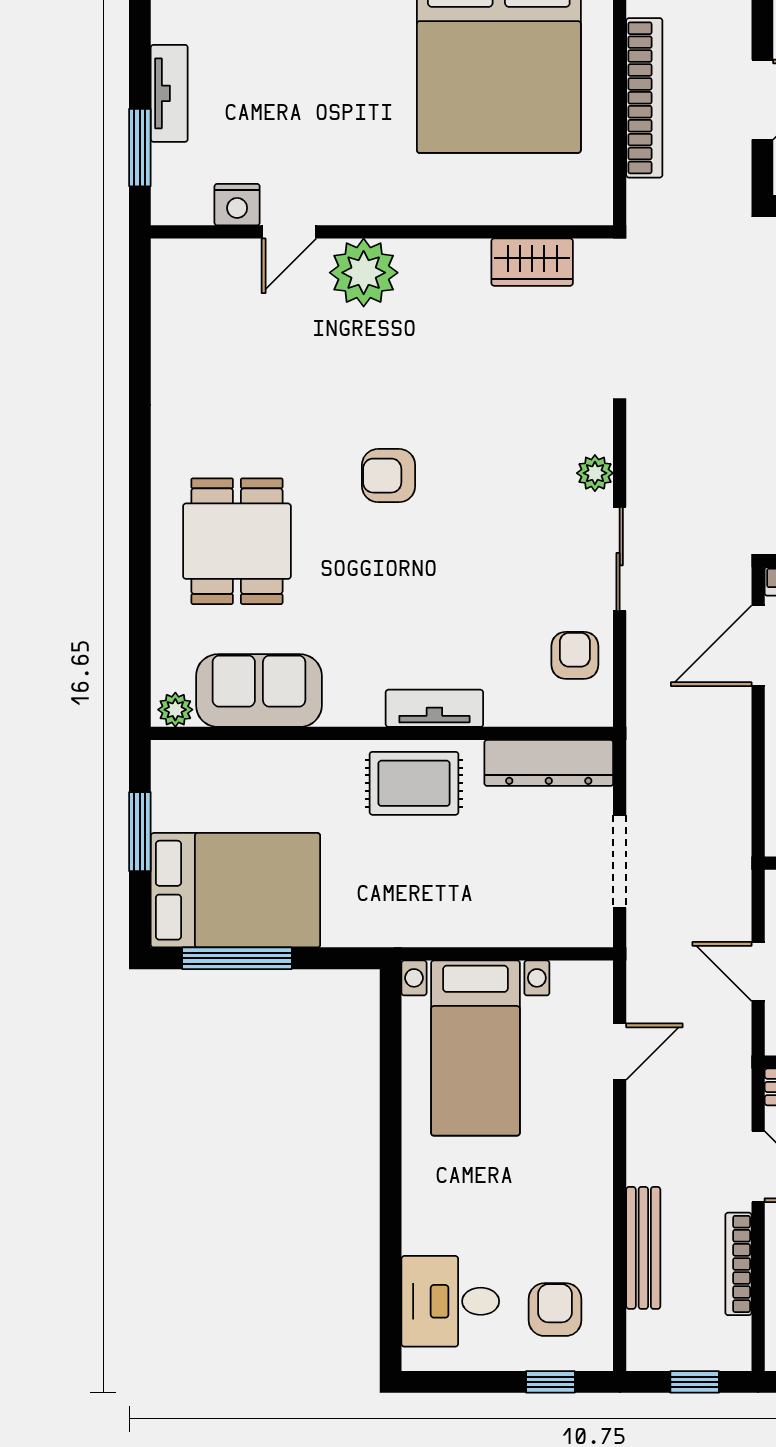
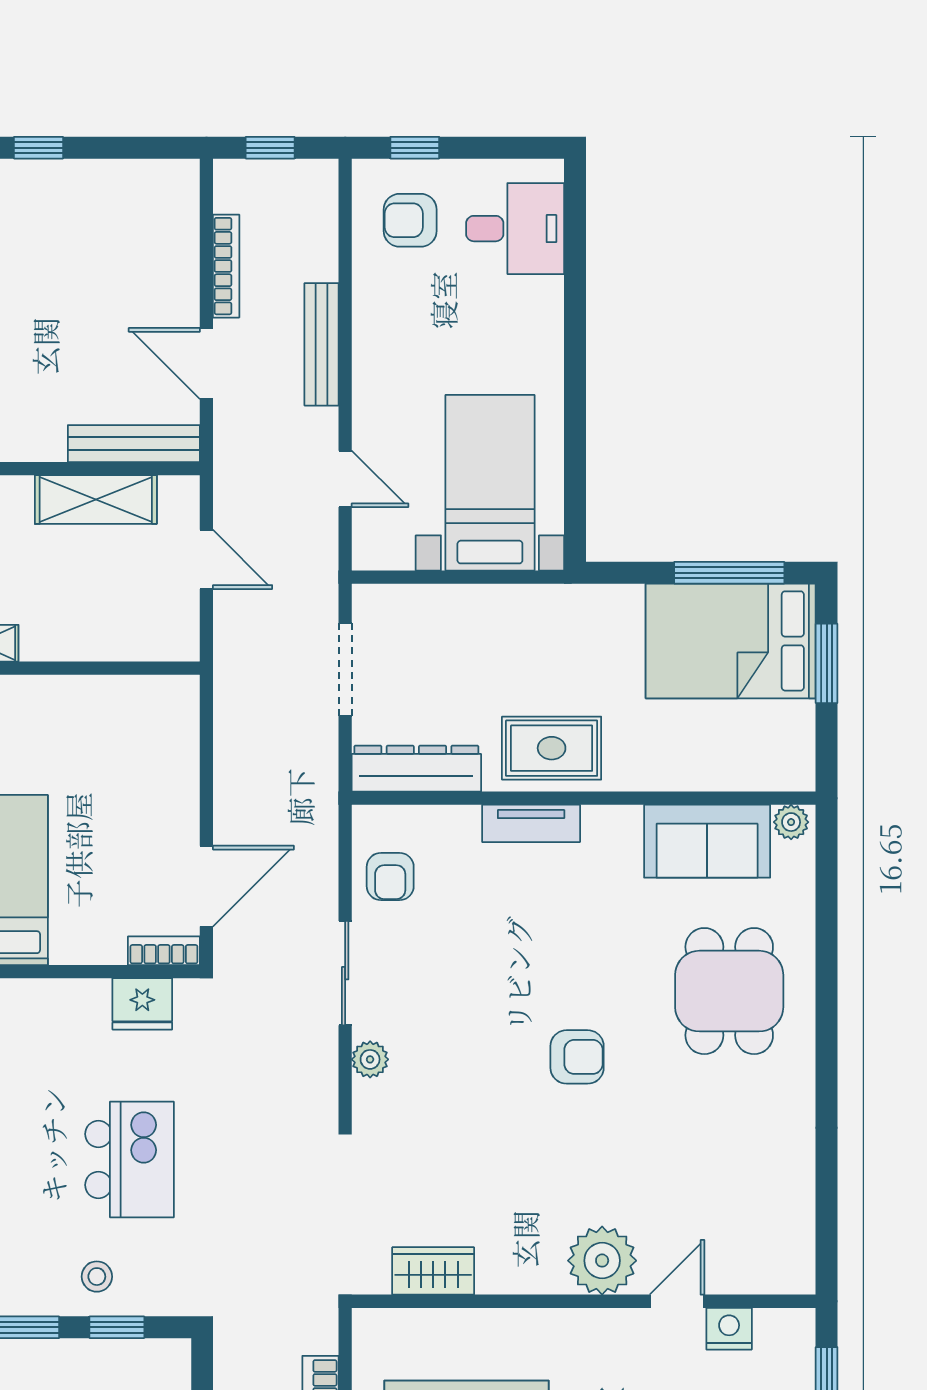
window: (140, 832) -> (827, 663), moved
door: (620, 1052) -> (345, 479), swing flipped
bench: (643, 1248) -> (322, 344), moved
armchair: (555, 1310) -> (410, 220), turned 90

